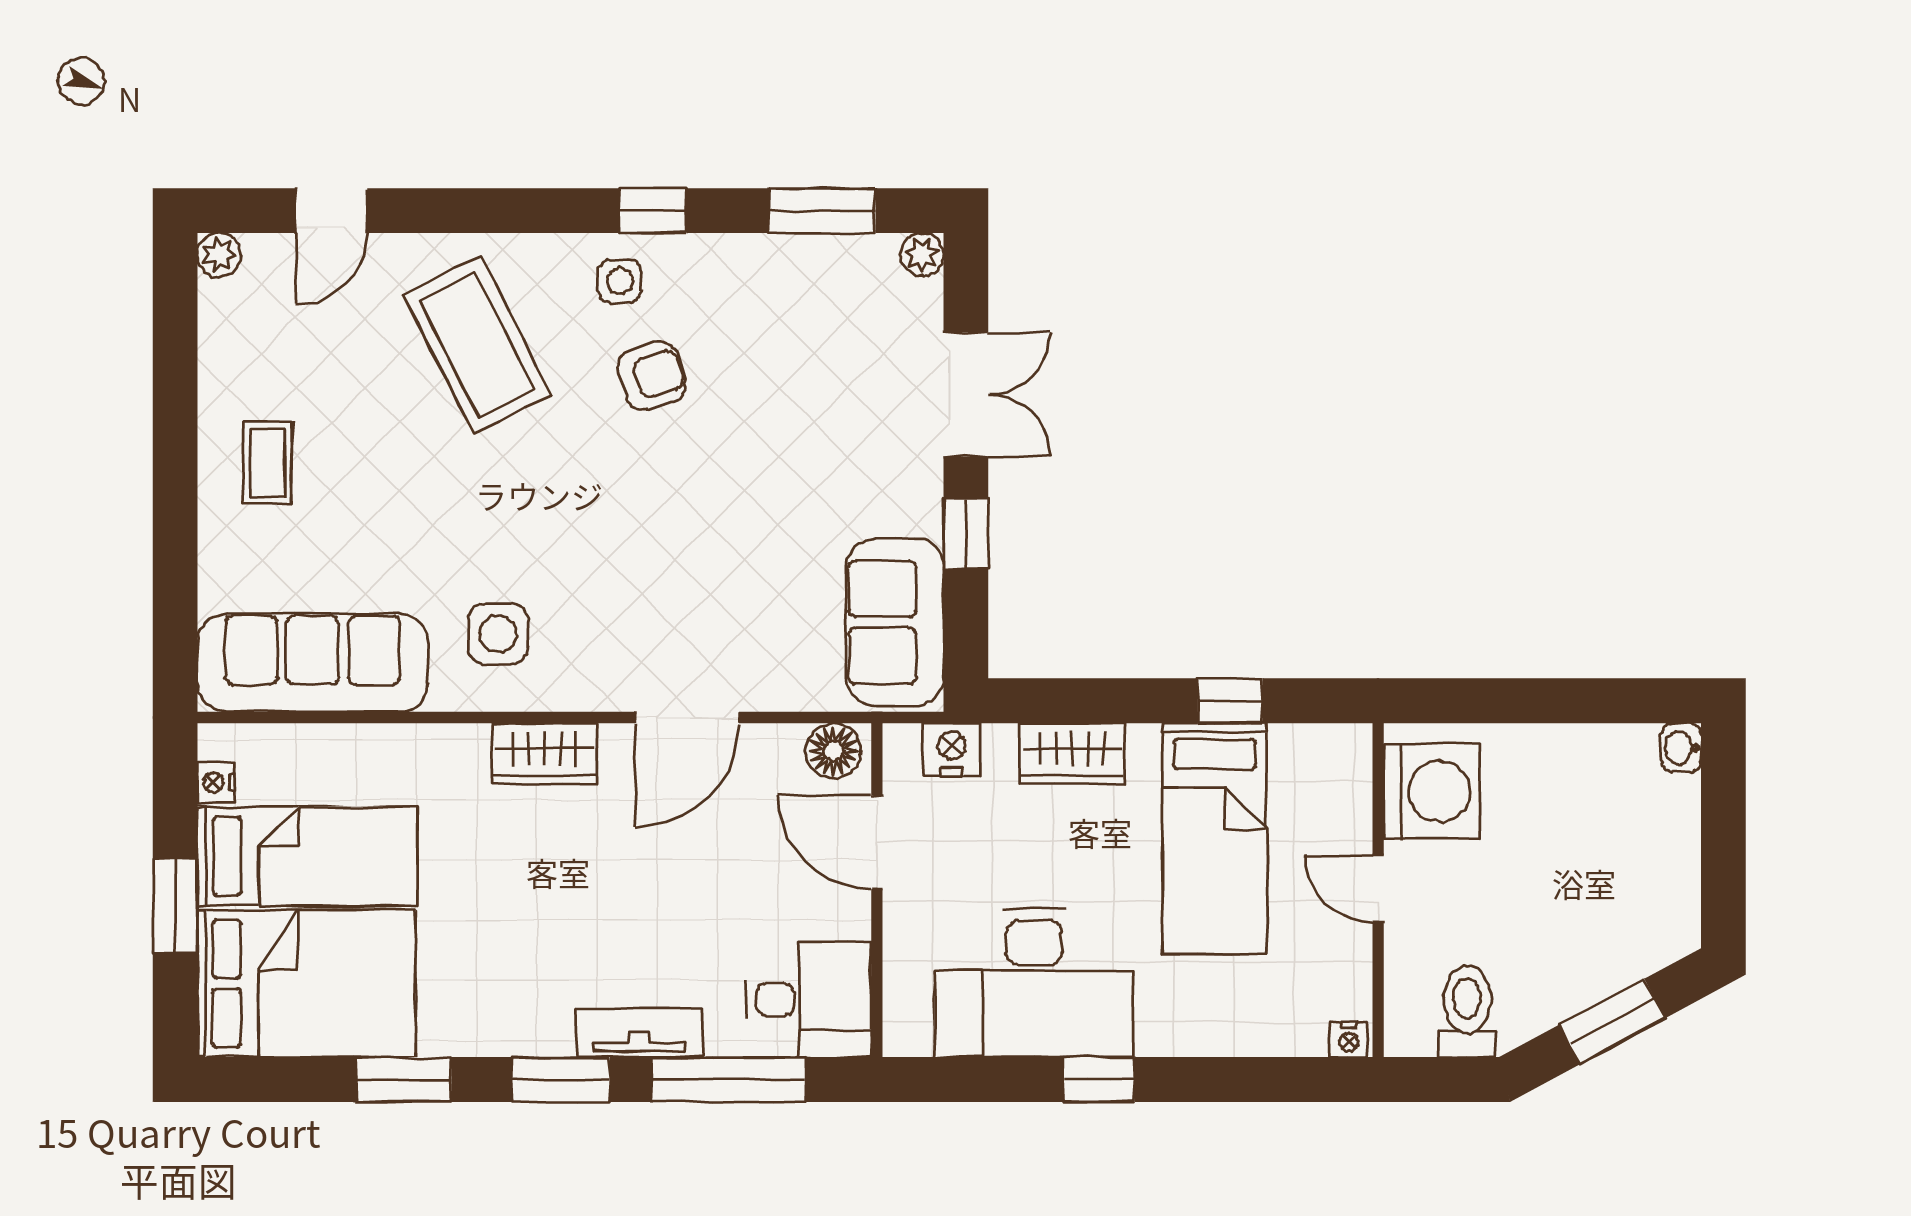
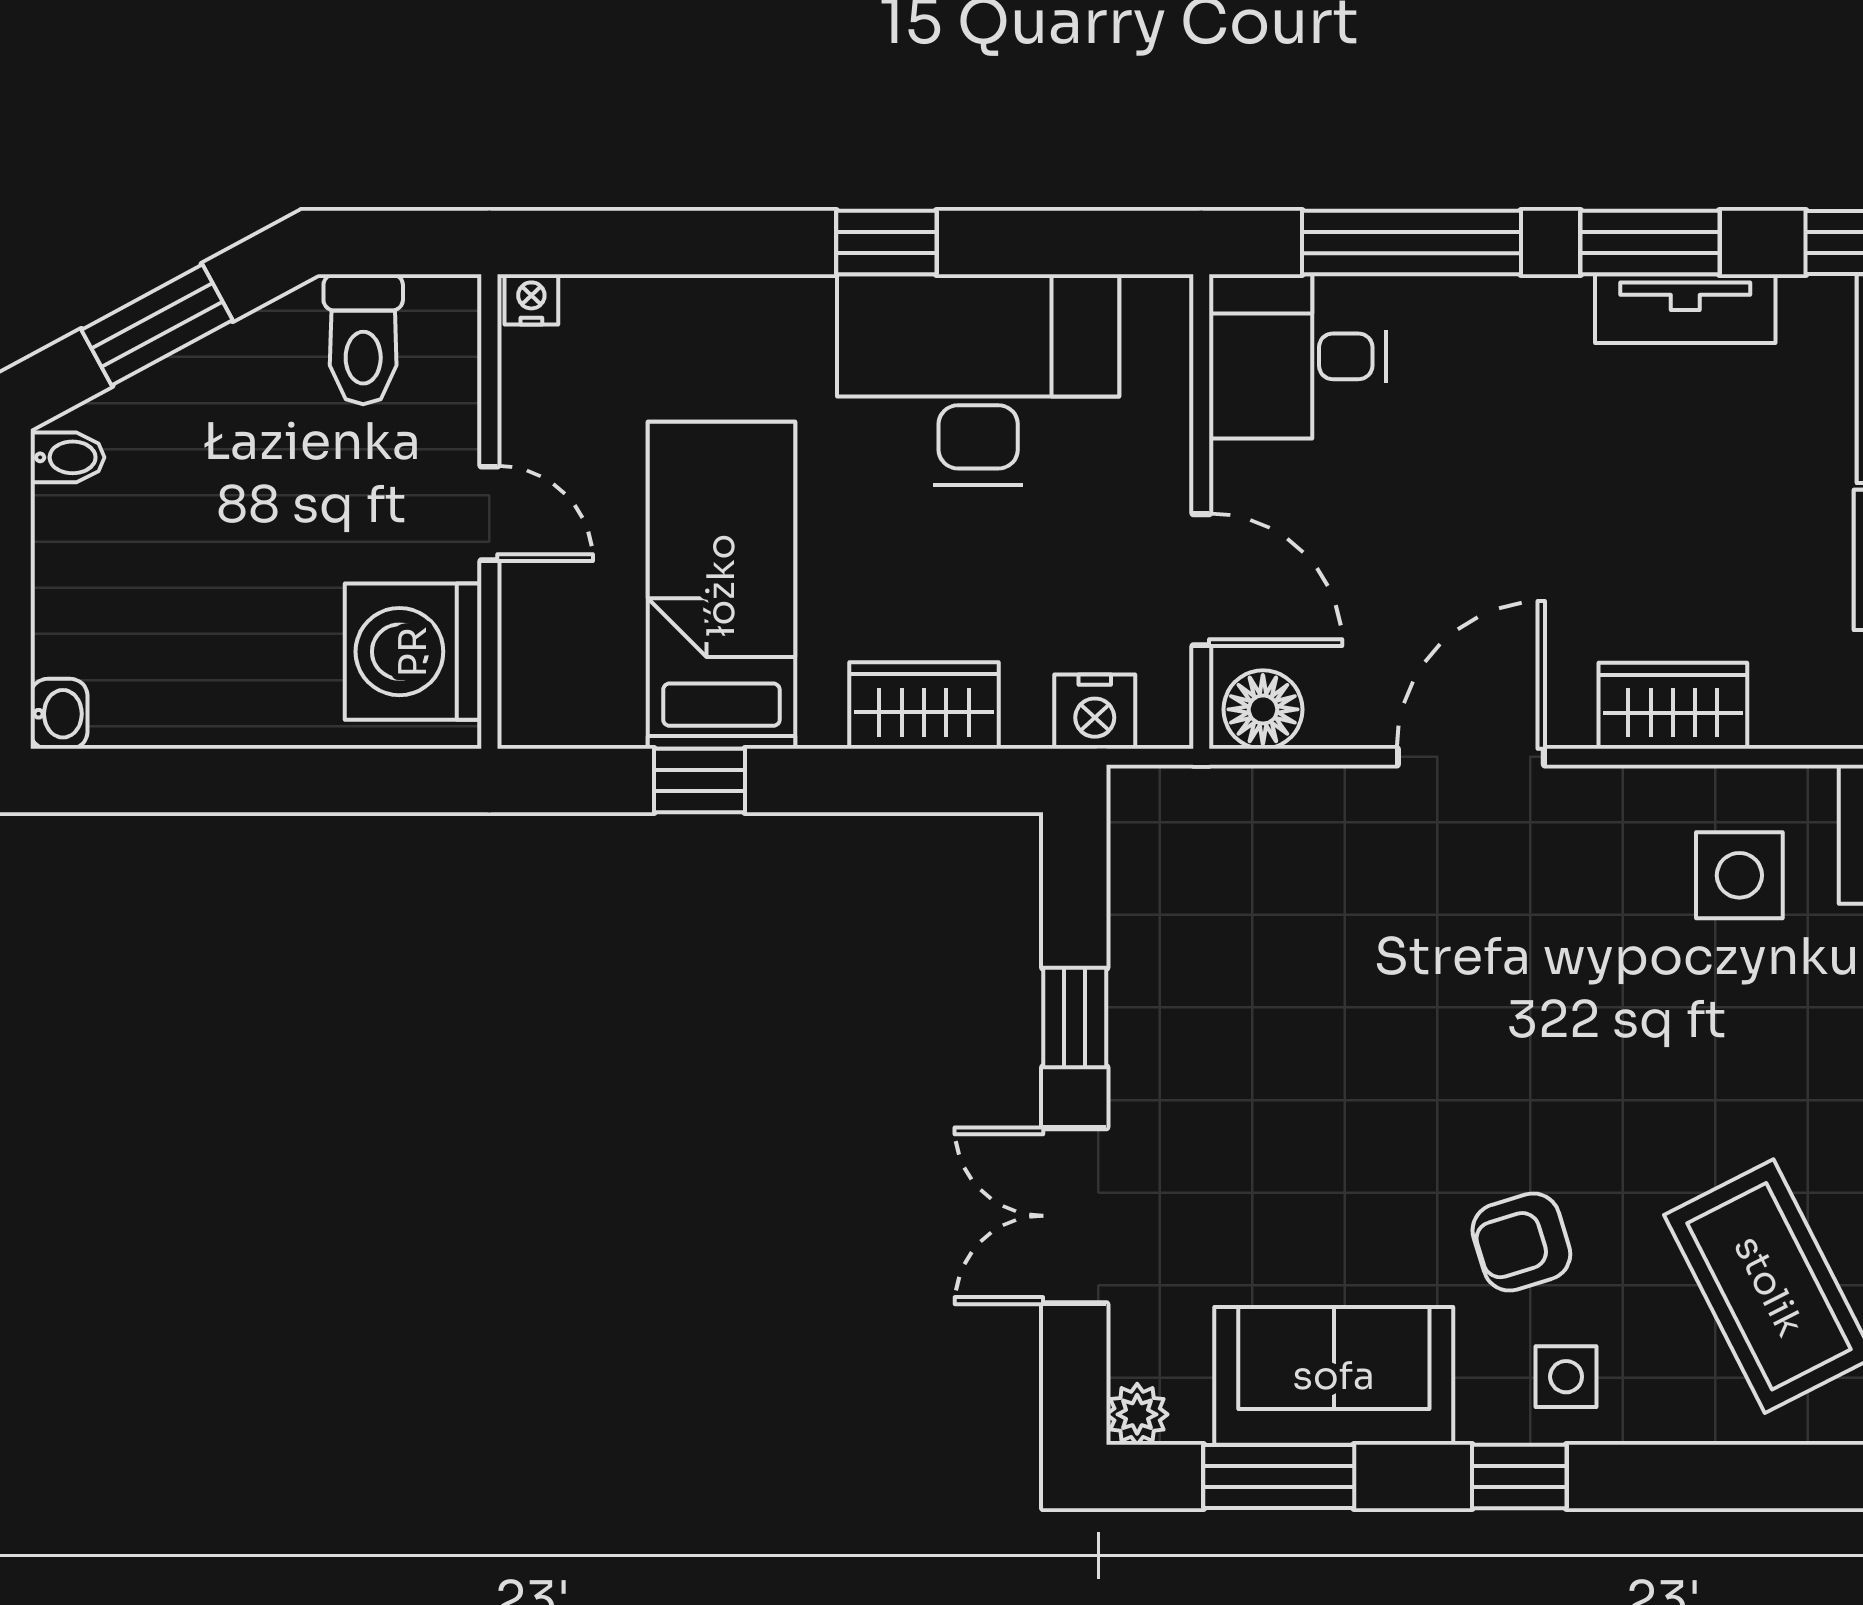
sofa: (895, 622) -> (1334, 1376), moved, turned -90
bidet: (1675, 928) -> (67, 457), added
tv unit: (639, 1033) -> (1685, 309), moved

